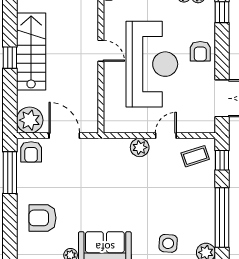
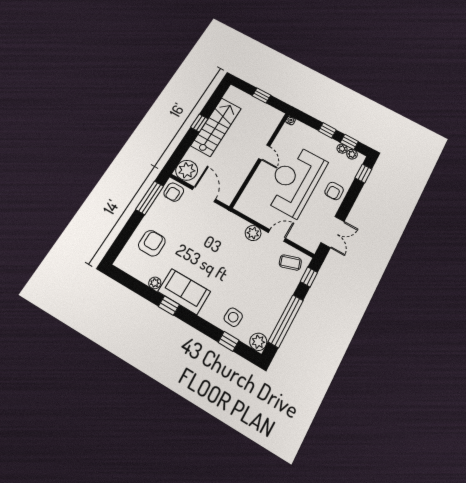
reception desk: (152, 64) -> (295, 181), turned 180
armchair: (42, 218) -> (152, 243), turned 90

